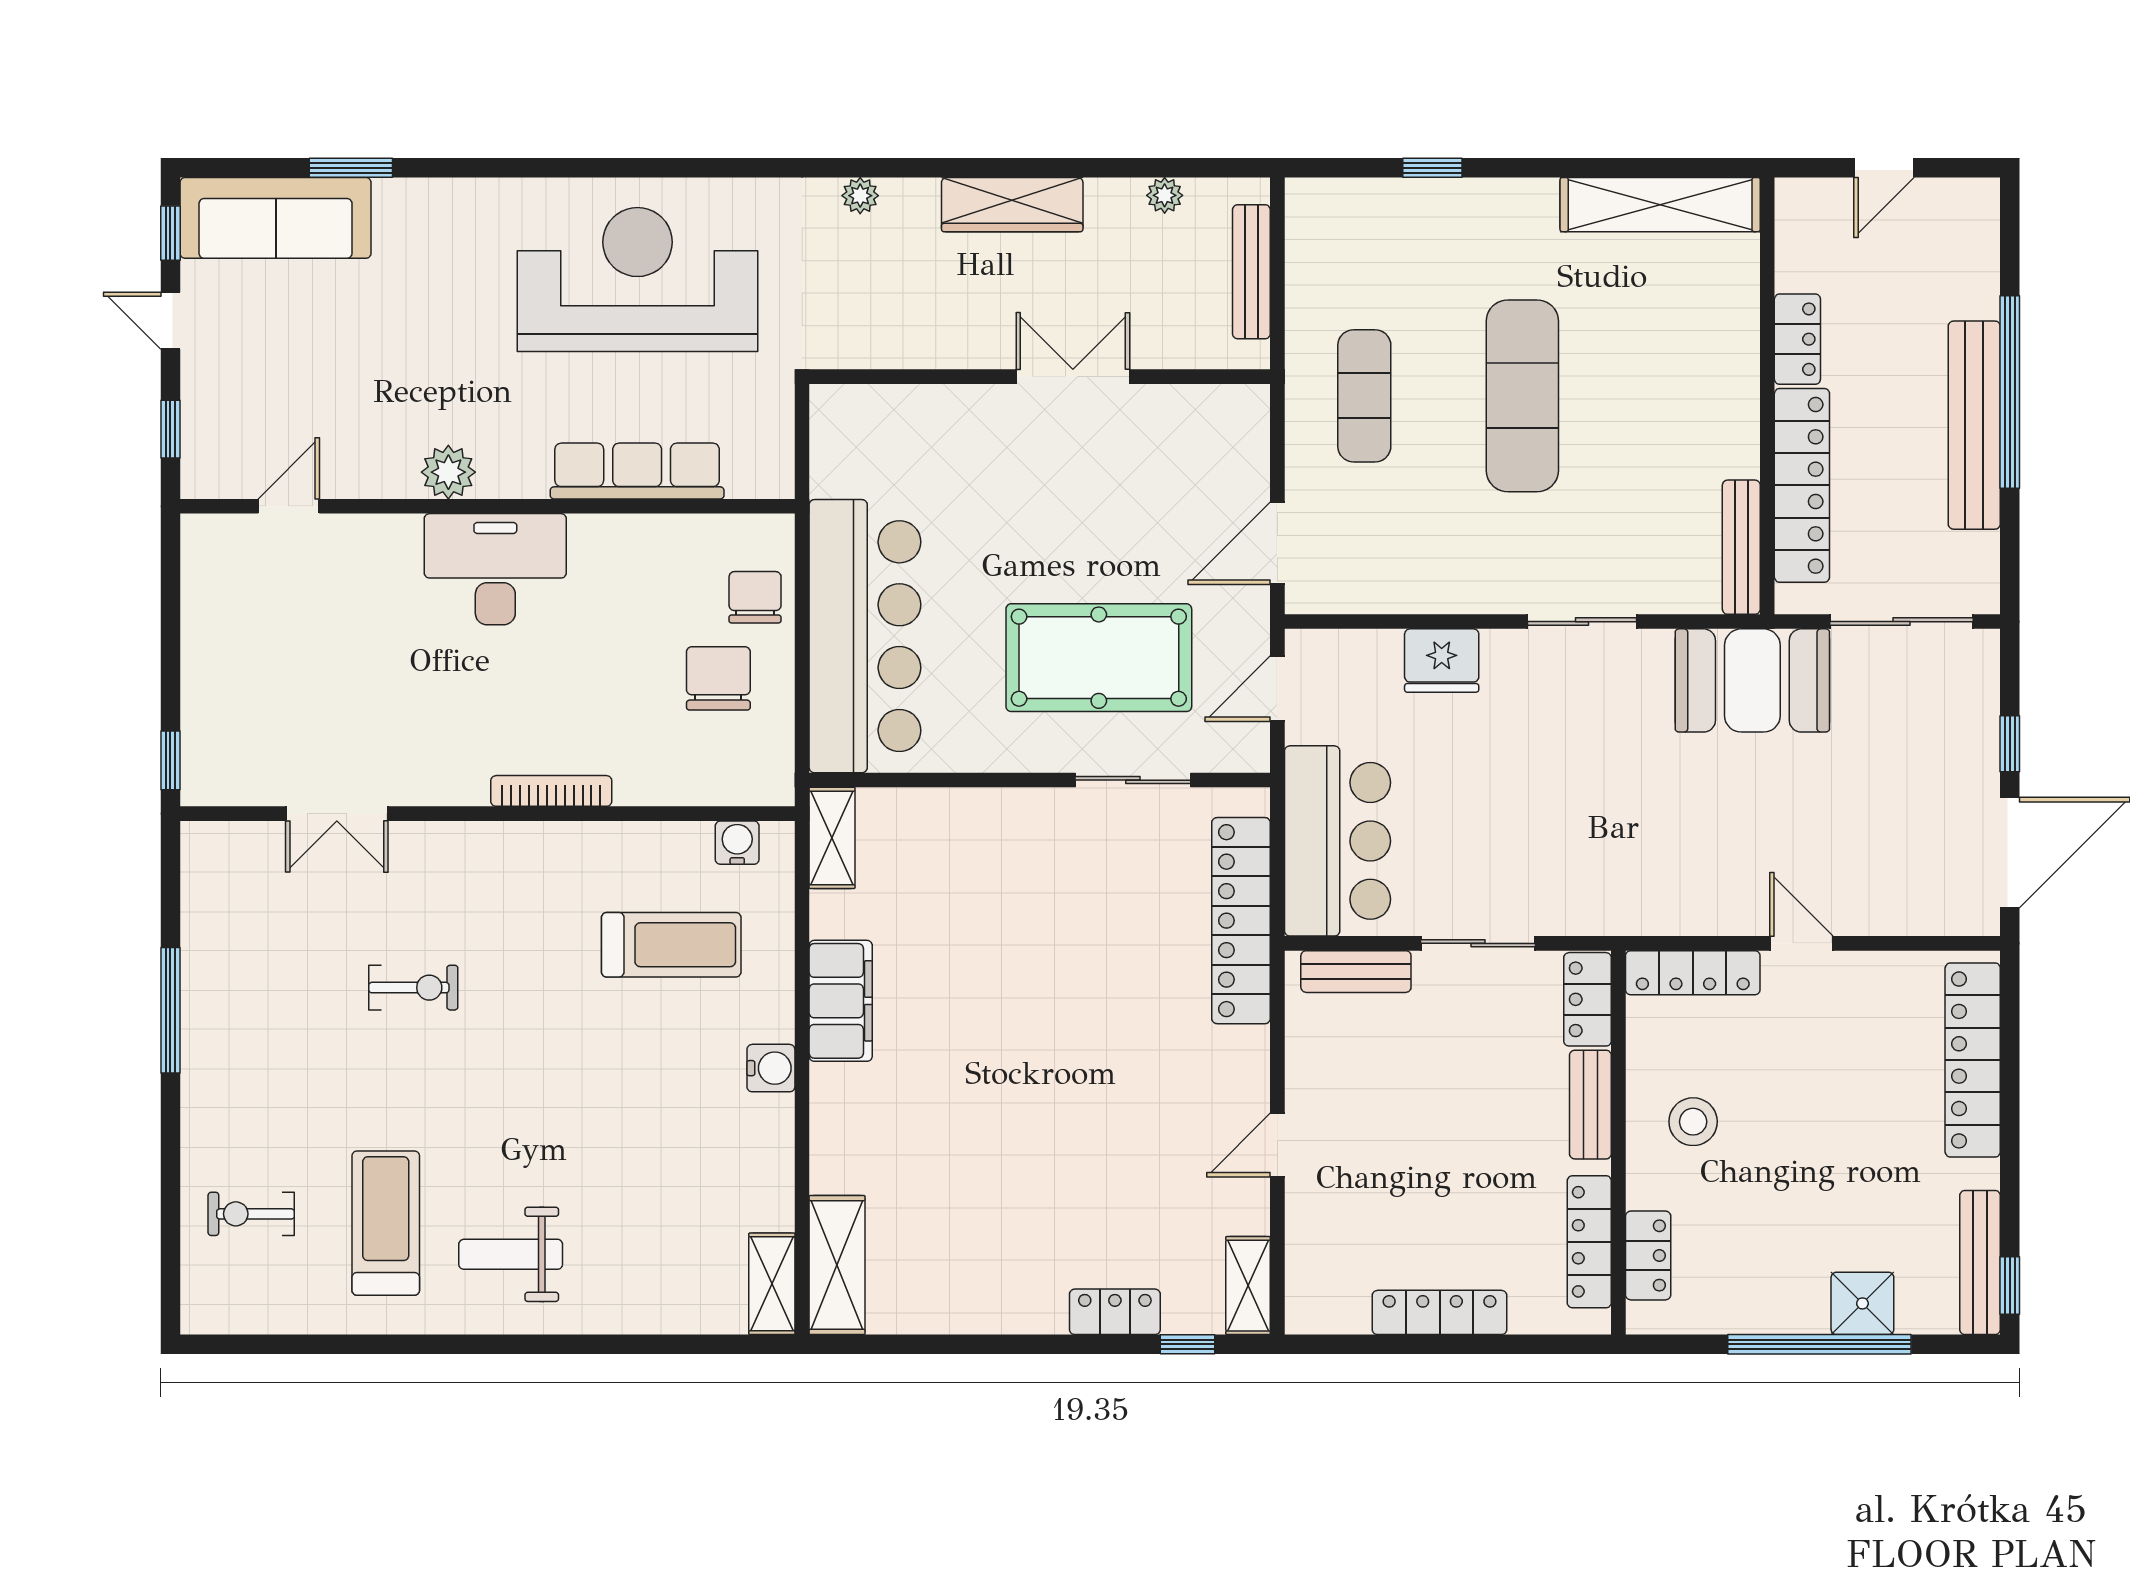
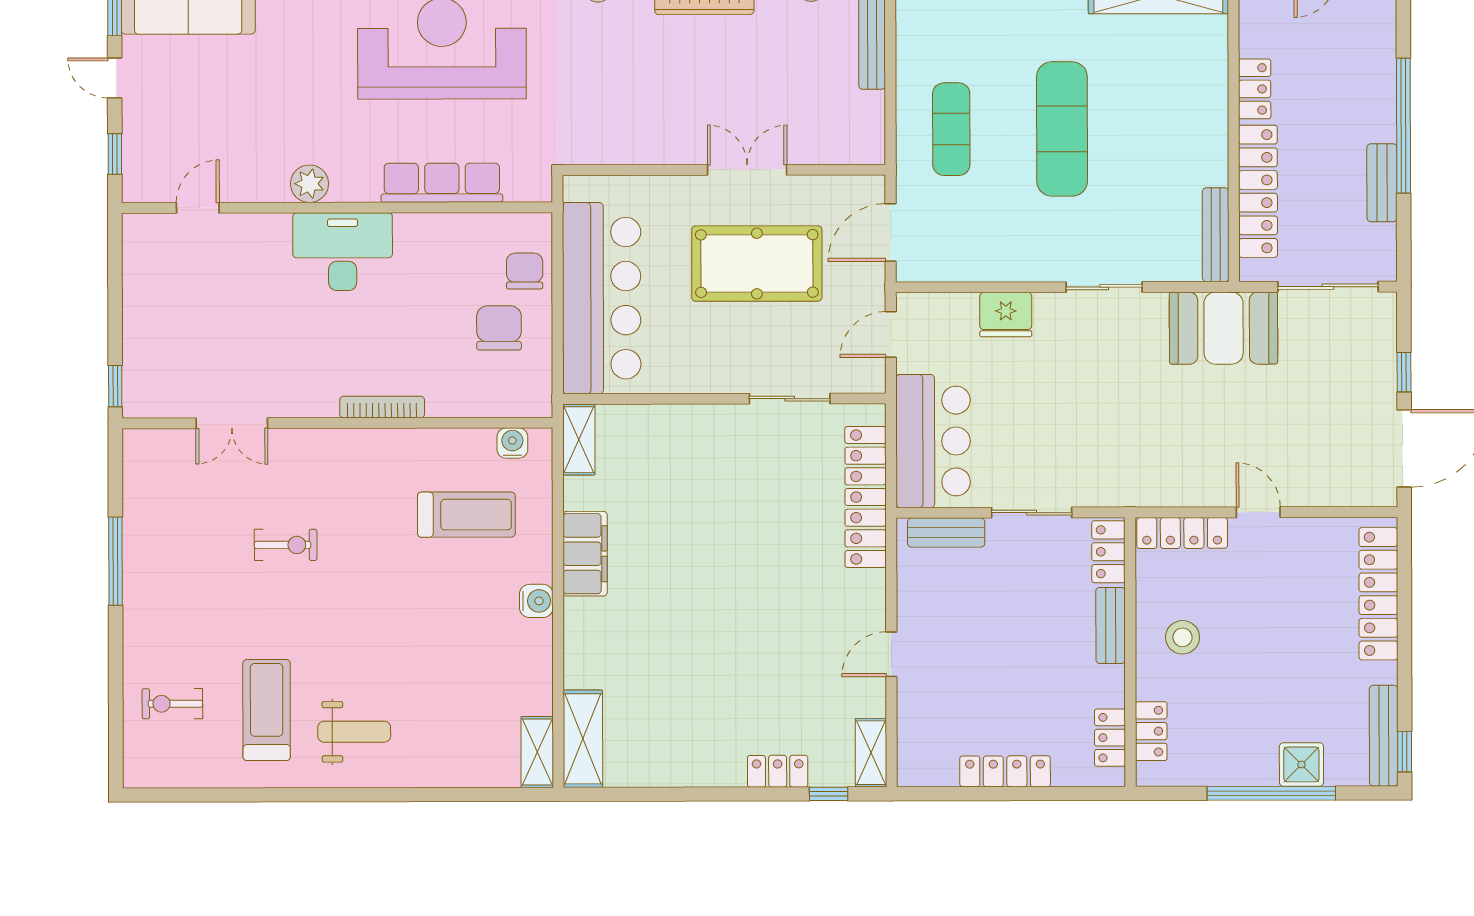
wall: (1040, 377) -> (724, 170), moved
double door: (1073, 377) -> (747, 170), moved
bench: (1974, 425) -> (1382, 183), width x0.54, depth x0.82
pool table: (1099, 658) -> (757, 264), moved
locker: (1589, 1242) -> (1110, 738), width x0.66
weight bench: (511, 1254) -> (354, 732), turned 180

